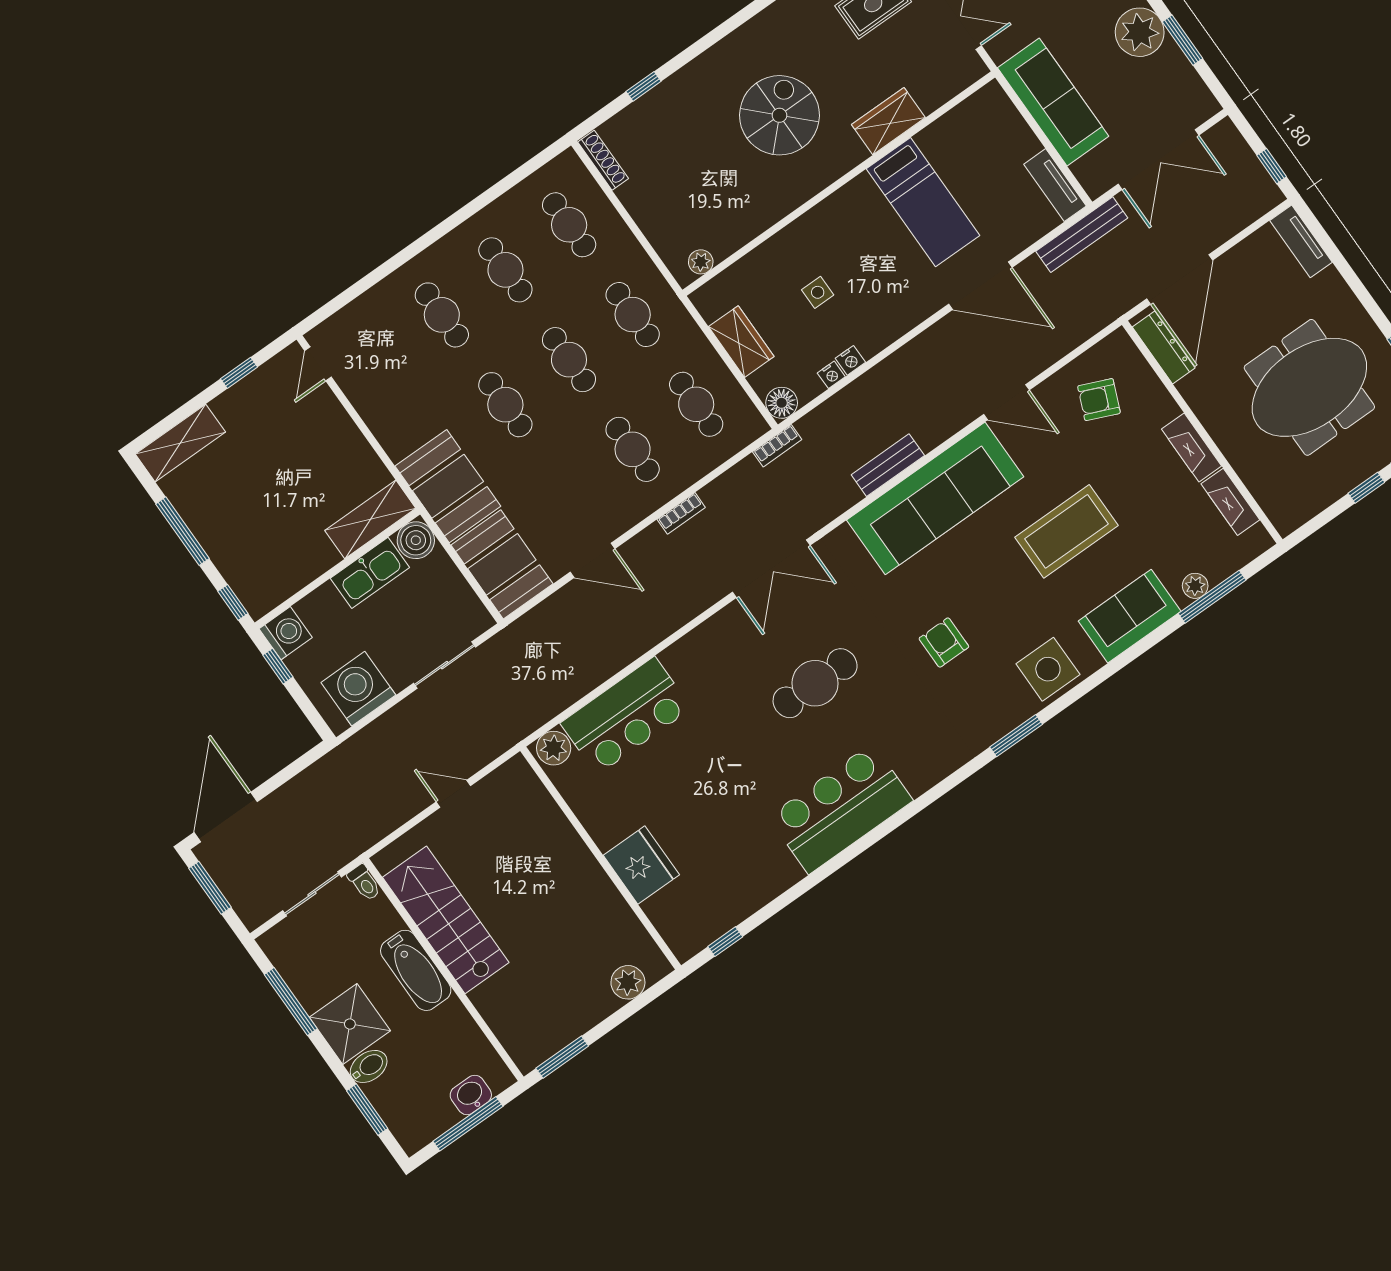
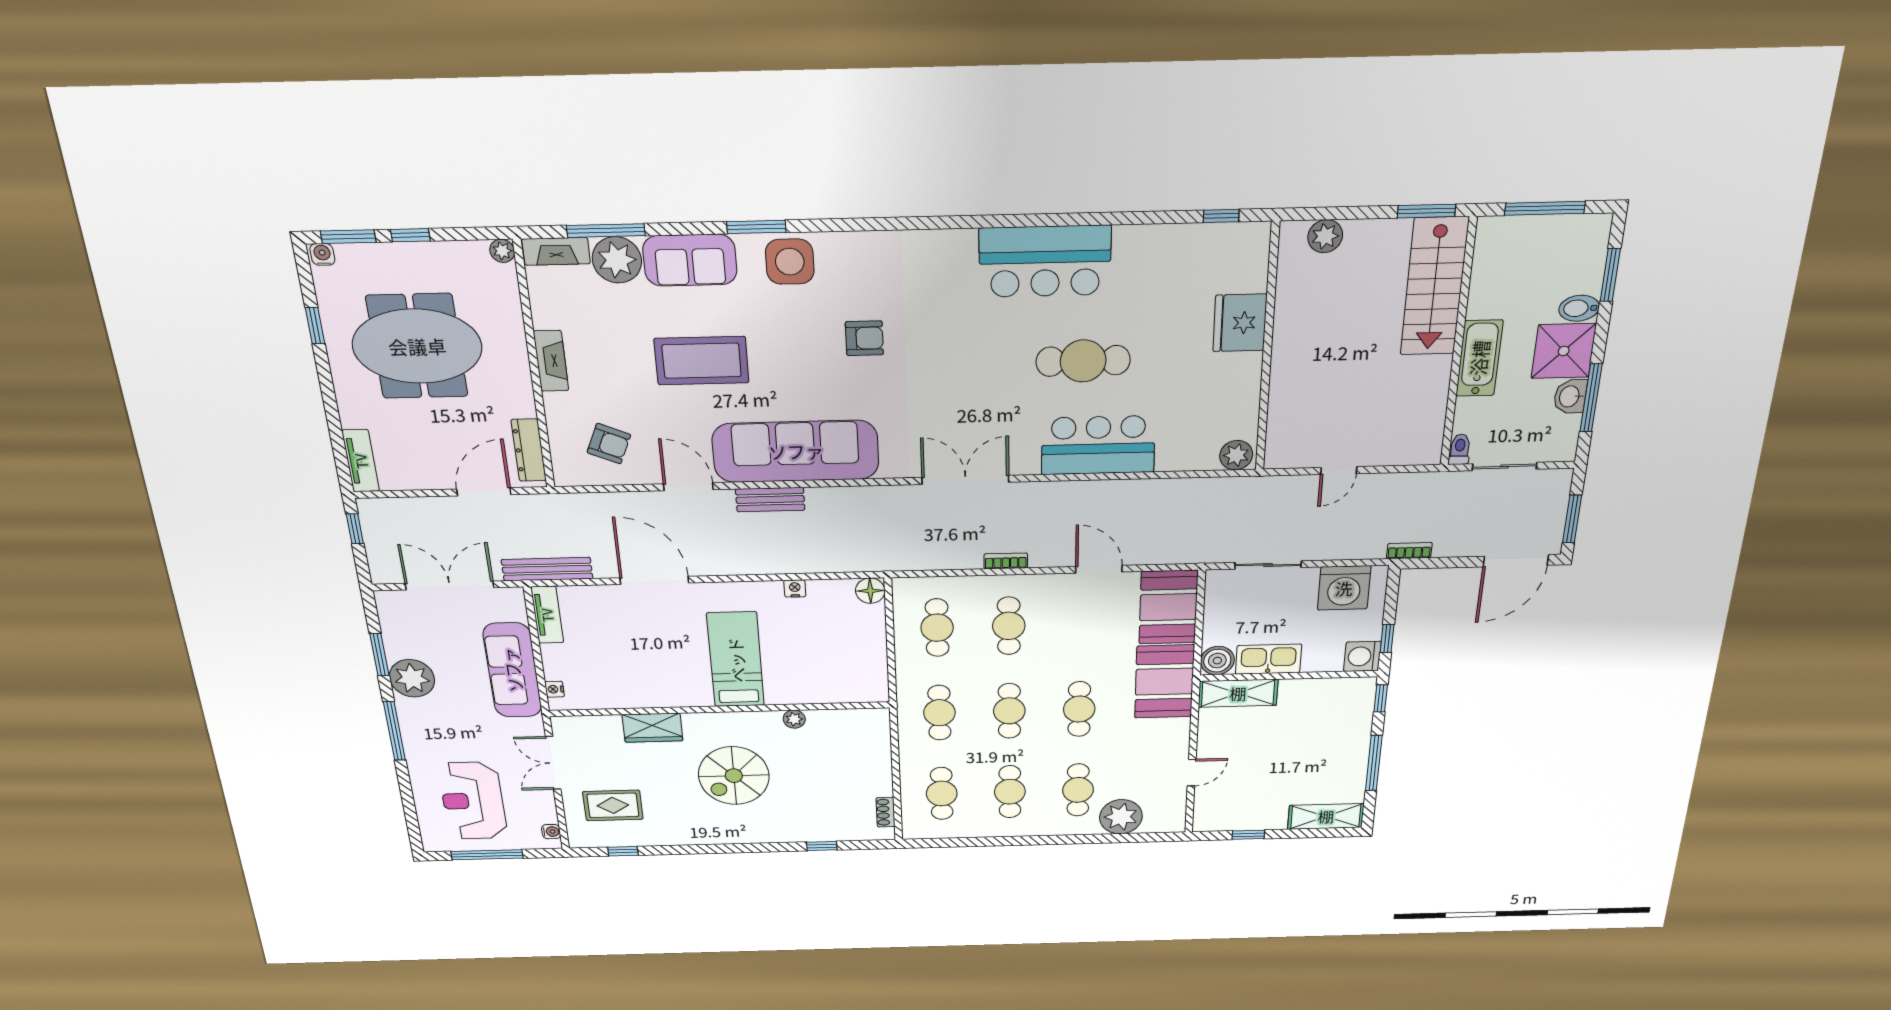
shoe rack: (603, 160) -> (886, 812), width x0.70
bed: (923, 202) -> (736, 660), moved
plant: (701, 262) -> (794, 719), moved
door: (1180, 280) -> (484, 492), width x0.73
side table: (818, 292) -> (787, 648), removed
plant: (378, 312) -> (1121, 817), added
wardrobe: (741, 342) -> (871, 649), removed
door: (318, 364) -> (1192, 773), moved
nightstand: (831, 375) -> (554, 689), moved, turned -90
bookcase: (777, 446) -> (1409, 551), moved
bench: (888, 465) -> (770, 499), moved
fireplace: (1230, 502) -> (556, 251), moved, turned 90
plant: (1285, 523) -> (502, 251), added
plant: (1195, 586) -> (617, 260), width x1.87, depth x1.87
armchair: (944, 643) -> (864, 338), turned -90
cafe table: (815, 683) -> (1083, 361), moved
bar counter: (626, 716) -> (1098, 445), moved
window: (1016, 736) -> (756, 227), moved
door: (453, 794) -> (1339, 471), hinge flipped
stairs: (446, 920) -> (1434, 287), moved
washbasin: (471, 1095) -> (1570, 396), moved, turned 90

